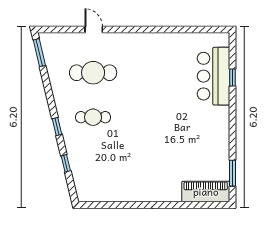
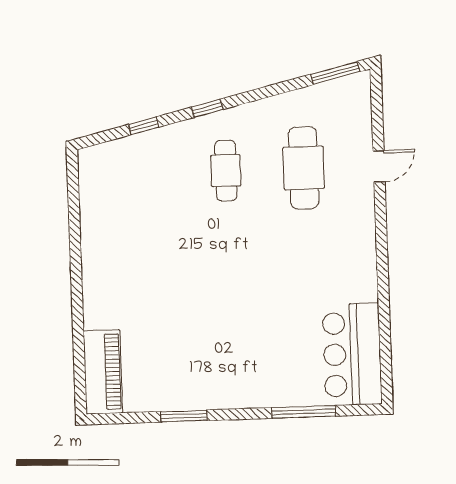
bar counter: (214, 76) -> (352, 354), moved, turned -90
window: (233, 78) -> (304, 412), width x2.17
window: (233, 173) -> (184, 416), moved

